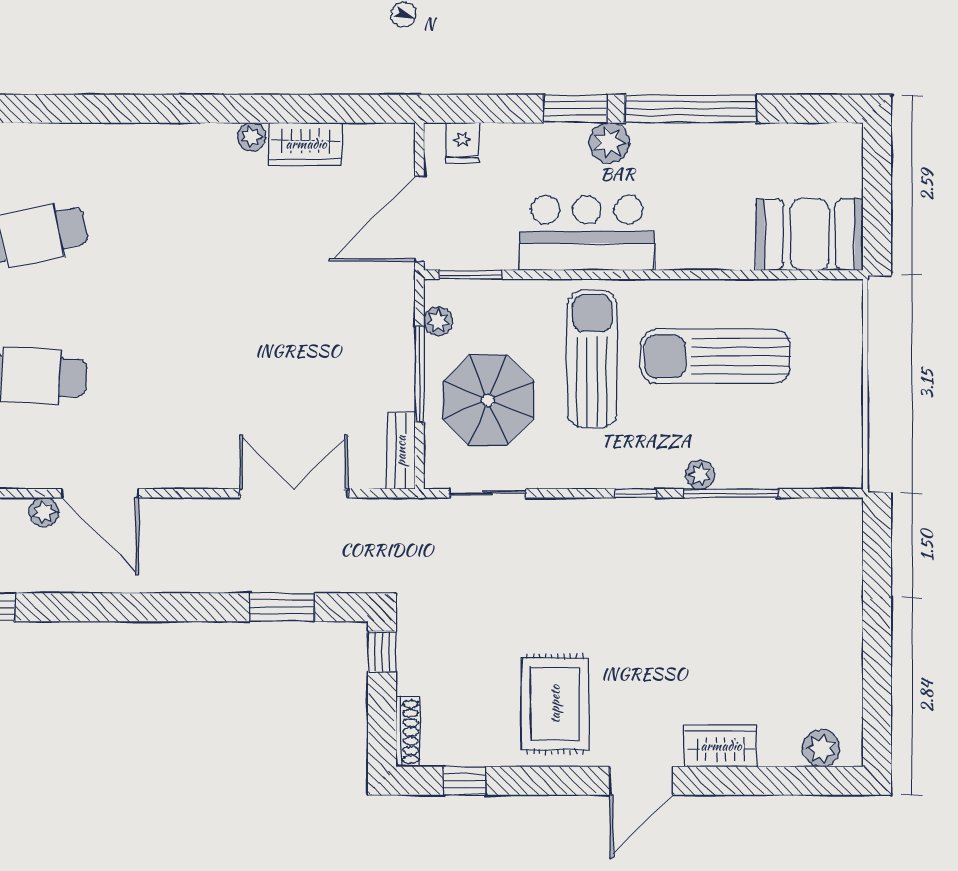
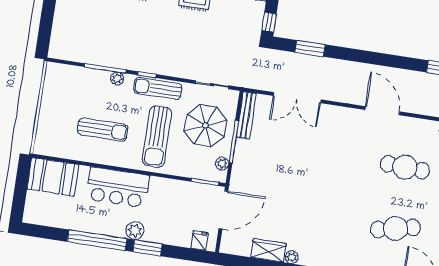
bar counter: (587, 233) -> (118, 187), moved
sun lounger: (715, 356) -> (103, 130), width x0.73, depth x0.75
bench: (401, 451) -> (246, 115), width x1.36
sun lounger: (607, 466) -> (158, 88), added
plant: (44, 512) -> (408, 106), removed

